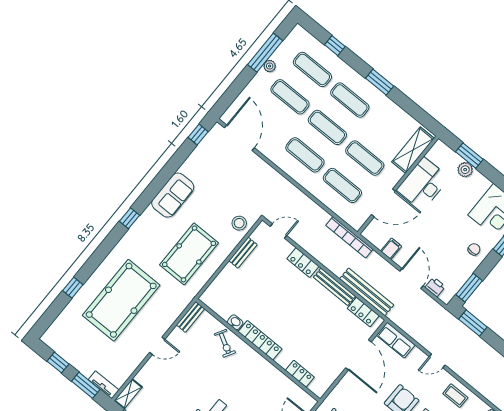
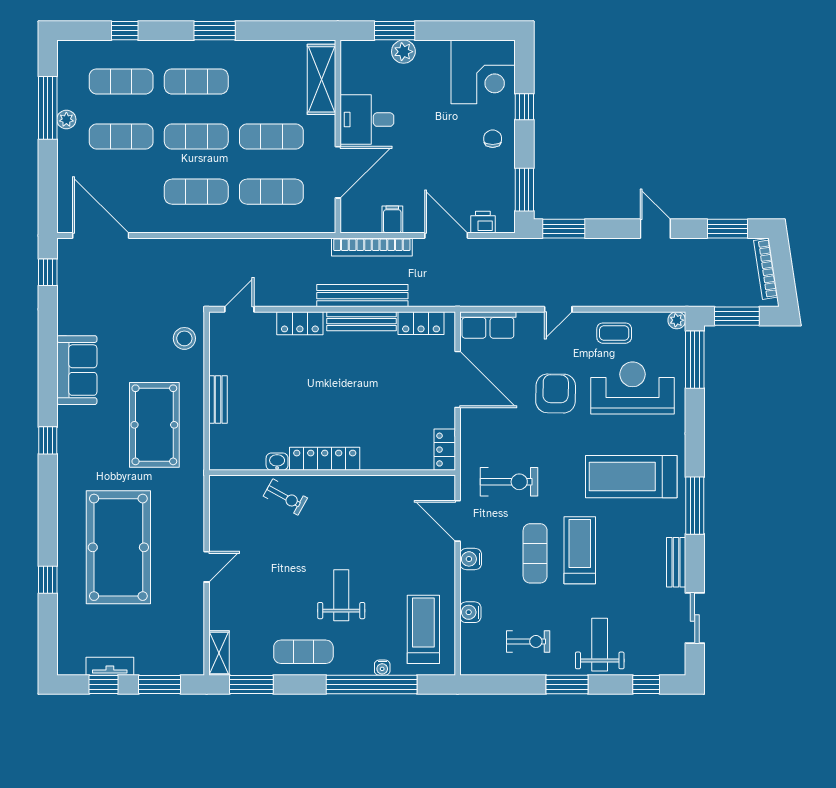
desk: (423, 184) -> (367, 120), width x0.73
bookcase: (349, 237) -> (372, 247), moved
bench: (243, 253) -> (218, 400), moved
bench: (367, 292) -> (362, 296), moved
bench: (191, 317) -> (218, 499), removed
locker: (300, 374) -> (445, 450), moved, turned -90
tv unit: (104, 385) -> (110, 666), moved

